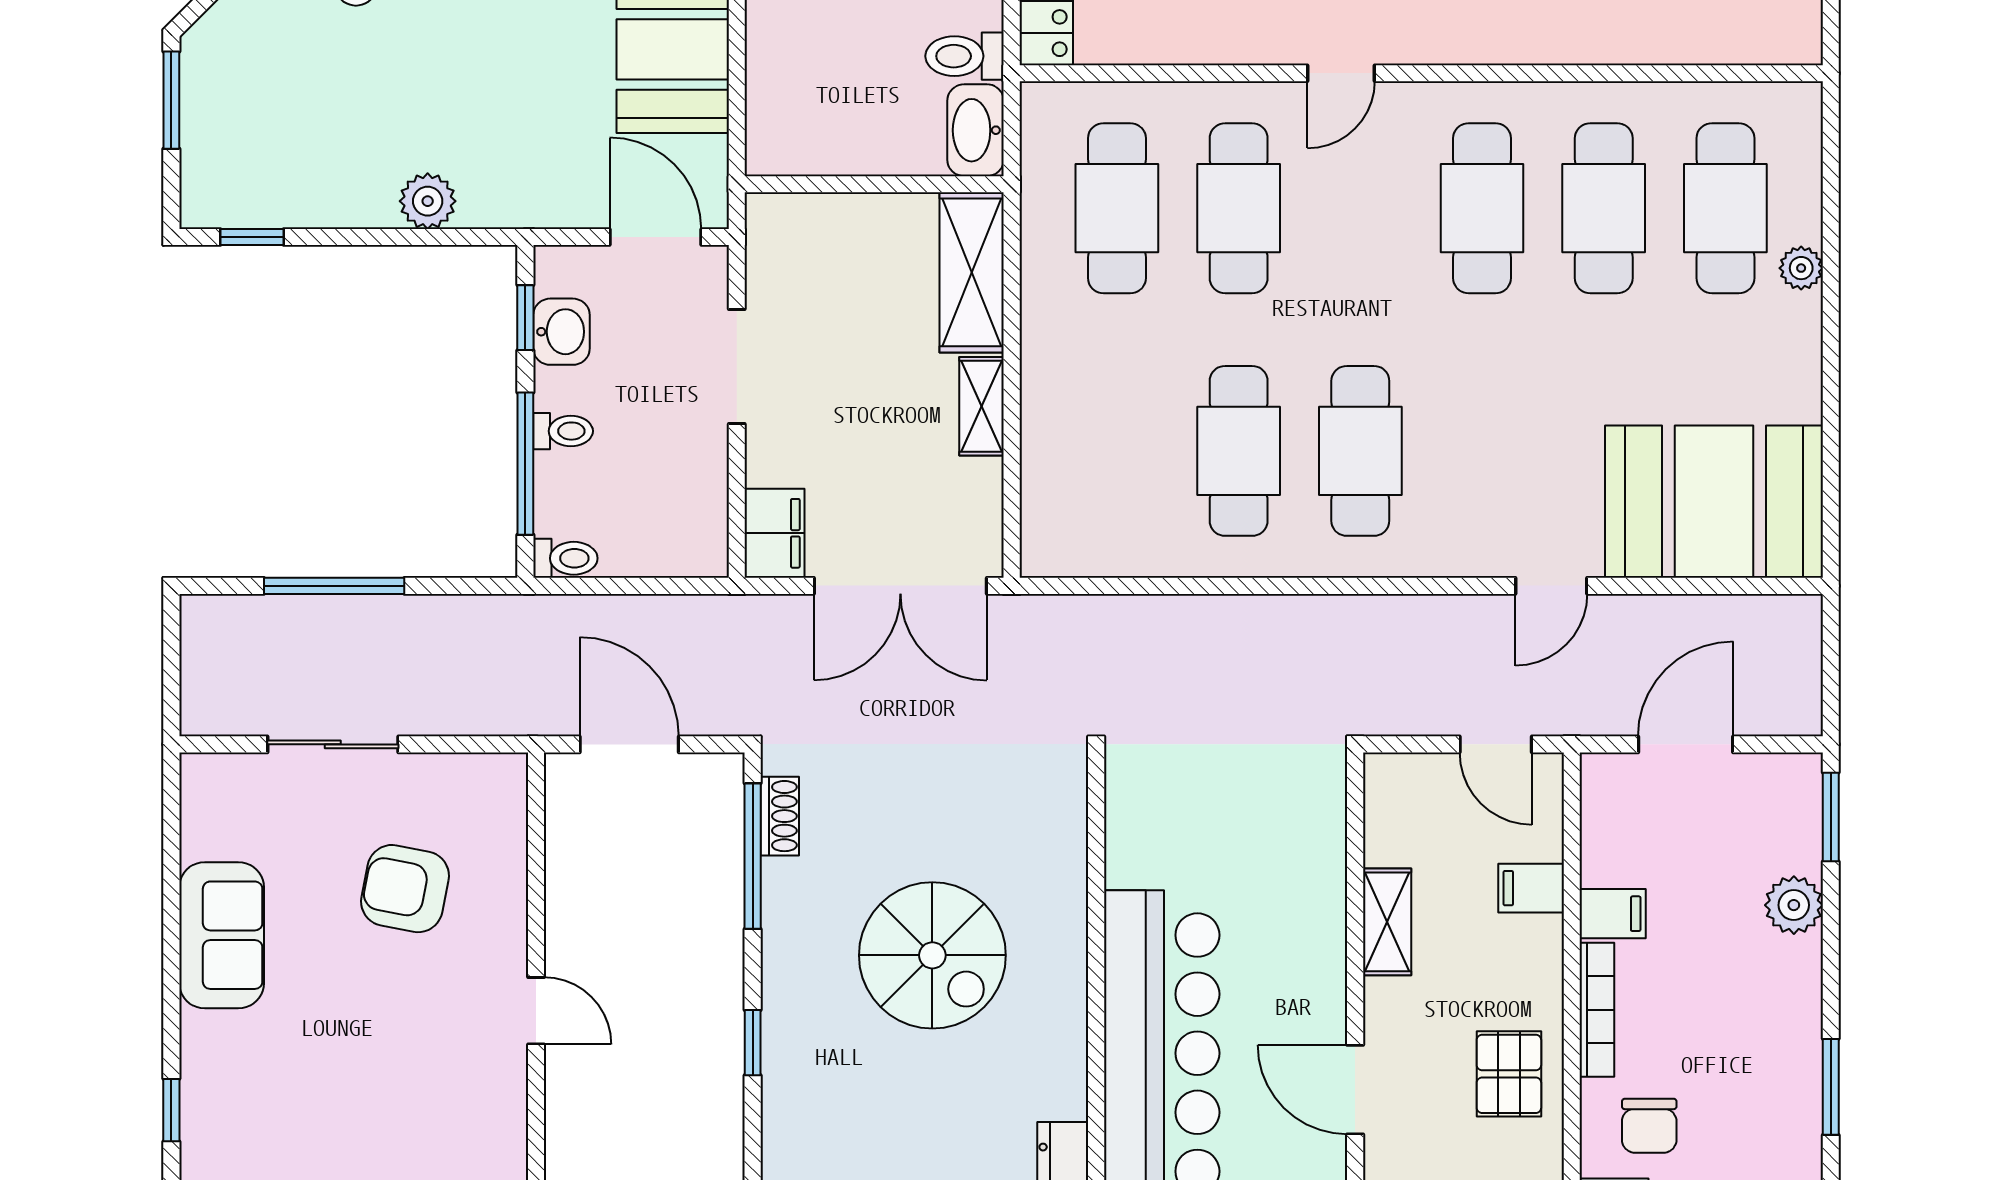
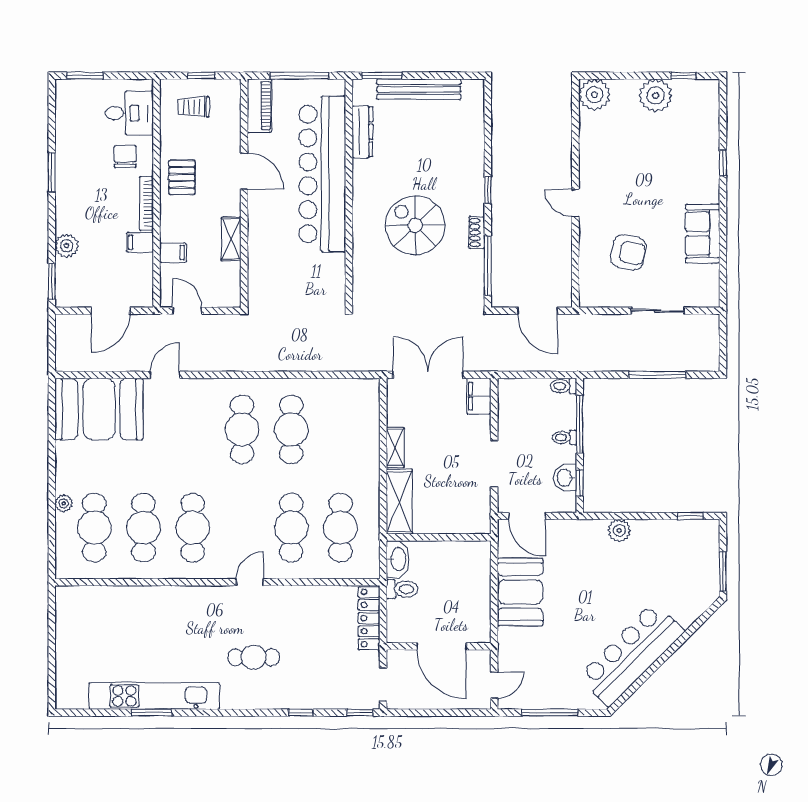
shoe rack: (780, 816) -> (477, 232), moved

